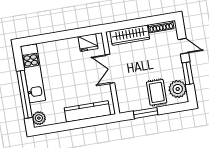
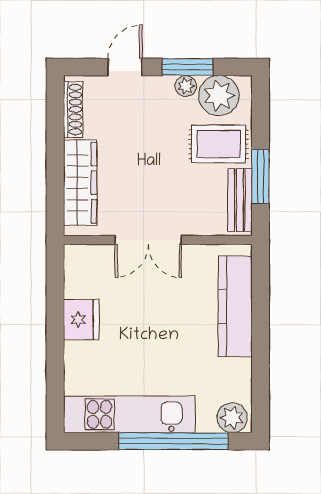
fridge: (88, 43) -> (81, 320), moved
plant: (179, 74) -> (186, 86), added
bench: (134, 106) -> (240, 200), added

